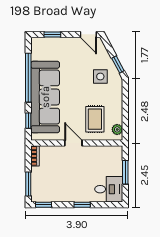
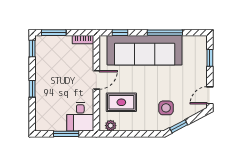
window: (28, 78) -> (165, 33), width x0.68
desk: (109, 189) -> (80, 117), moved

